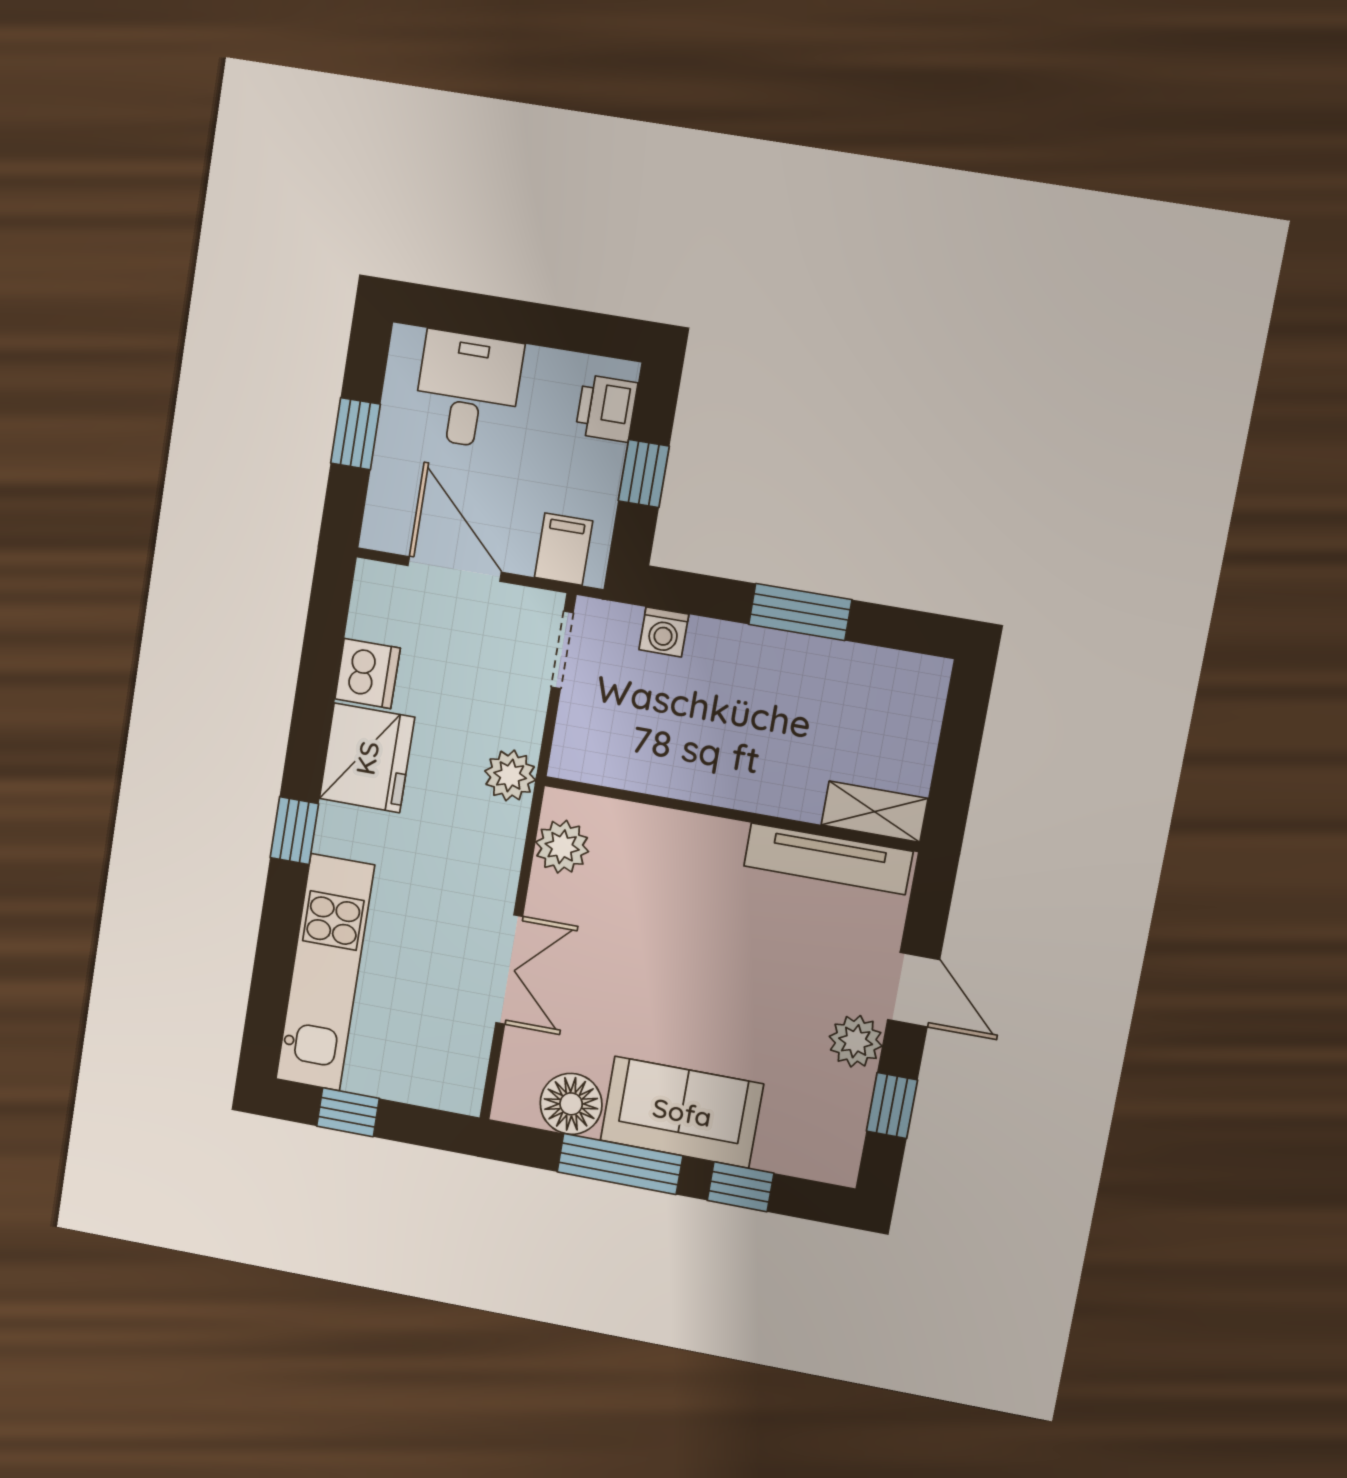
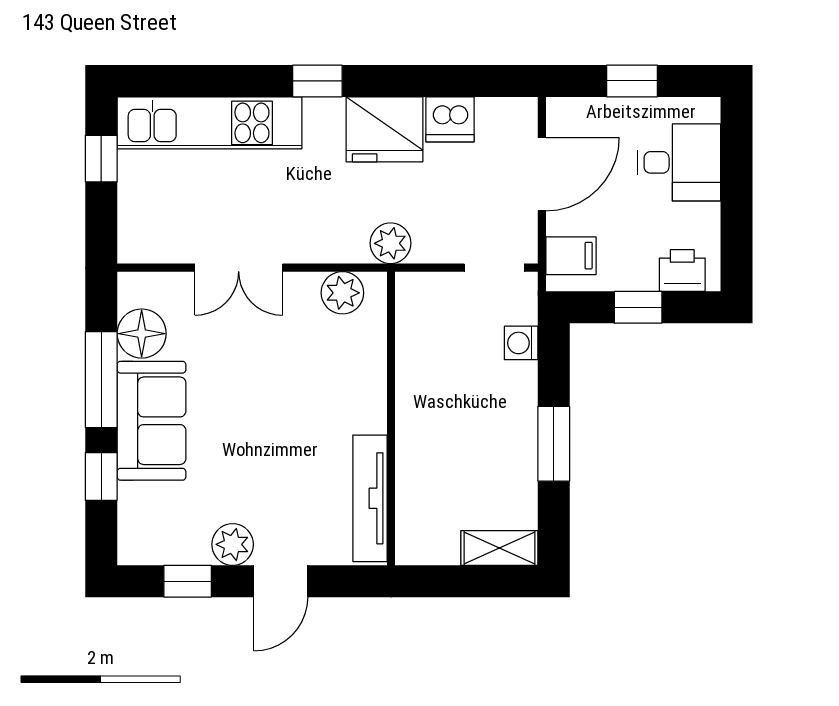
shelving: (875, 812) -> (499, 548), moved, turned 90

